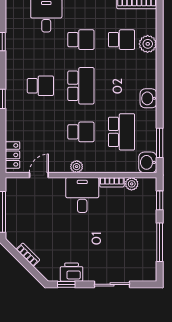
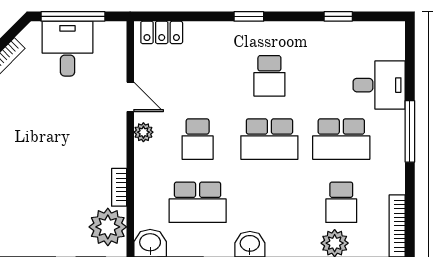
school desk: (81, 40) -> (341, 139), width x1.85
door: (39, 175) -> (130, 97), moved
plant: (132, 184) -> (108, 227), width x1.88, depth x1.88
desk: (82, 195) -> (67, 49), moved, turned -90

